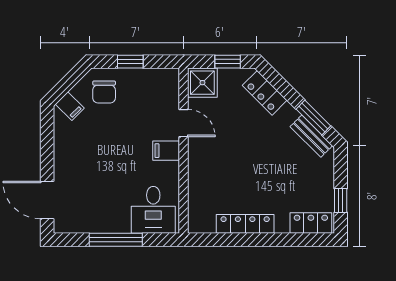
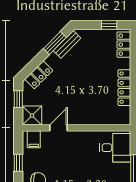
filing cabinet: (166, 151) -> (34, 139), moved

